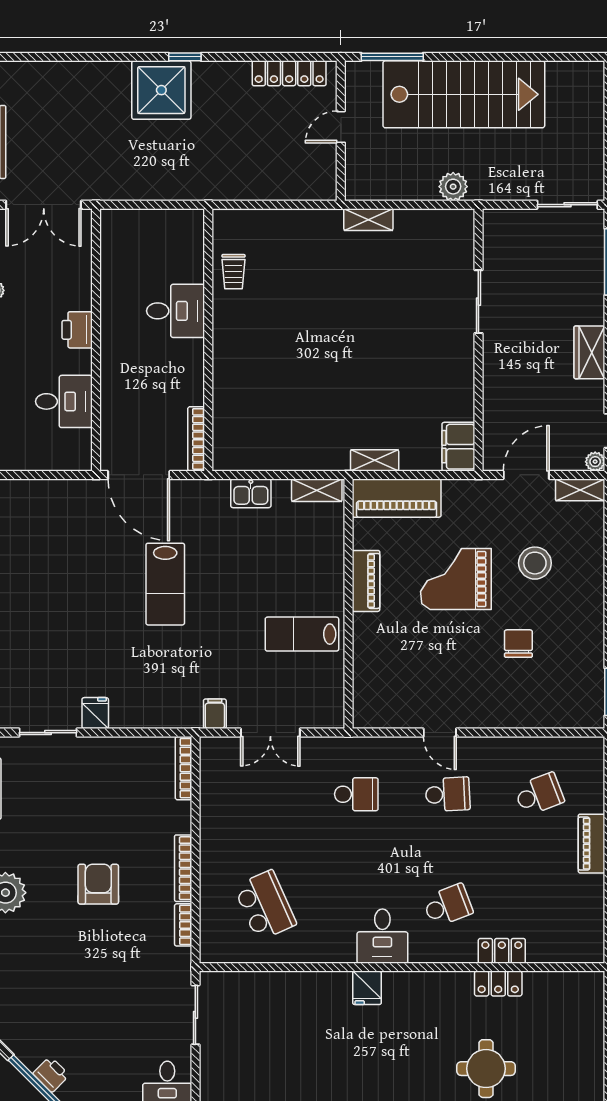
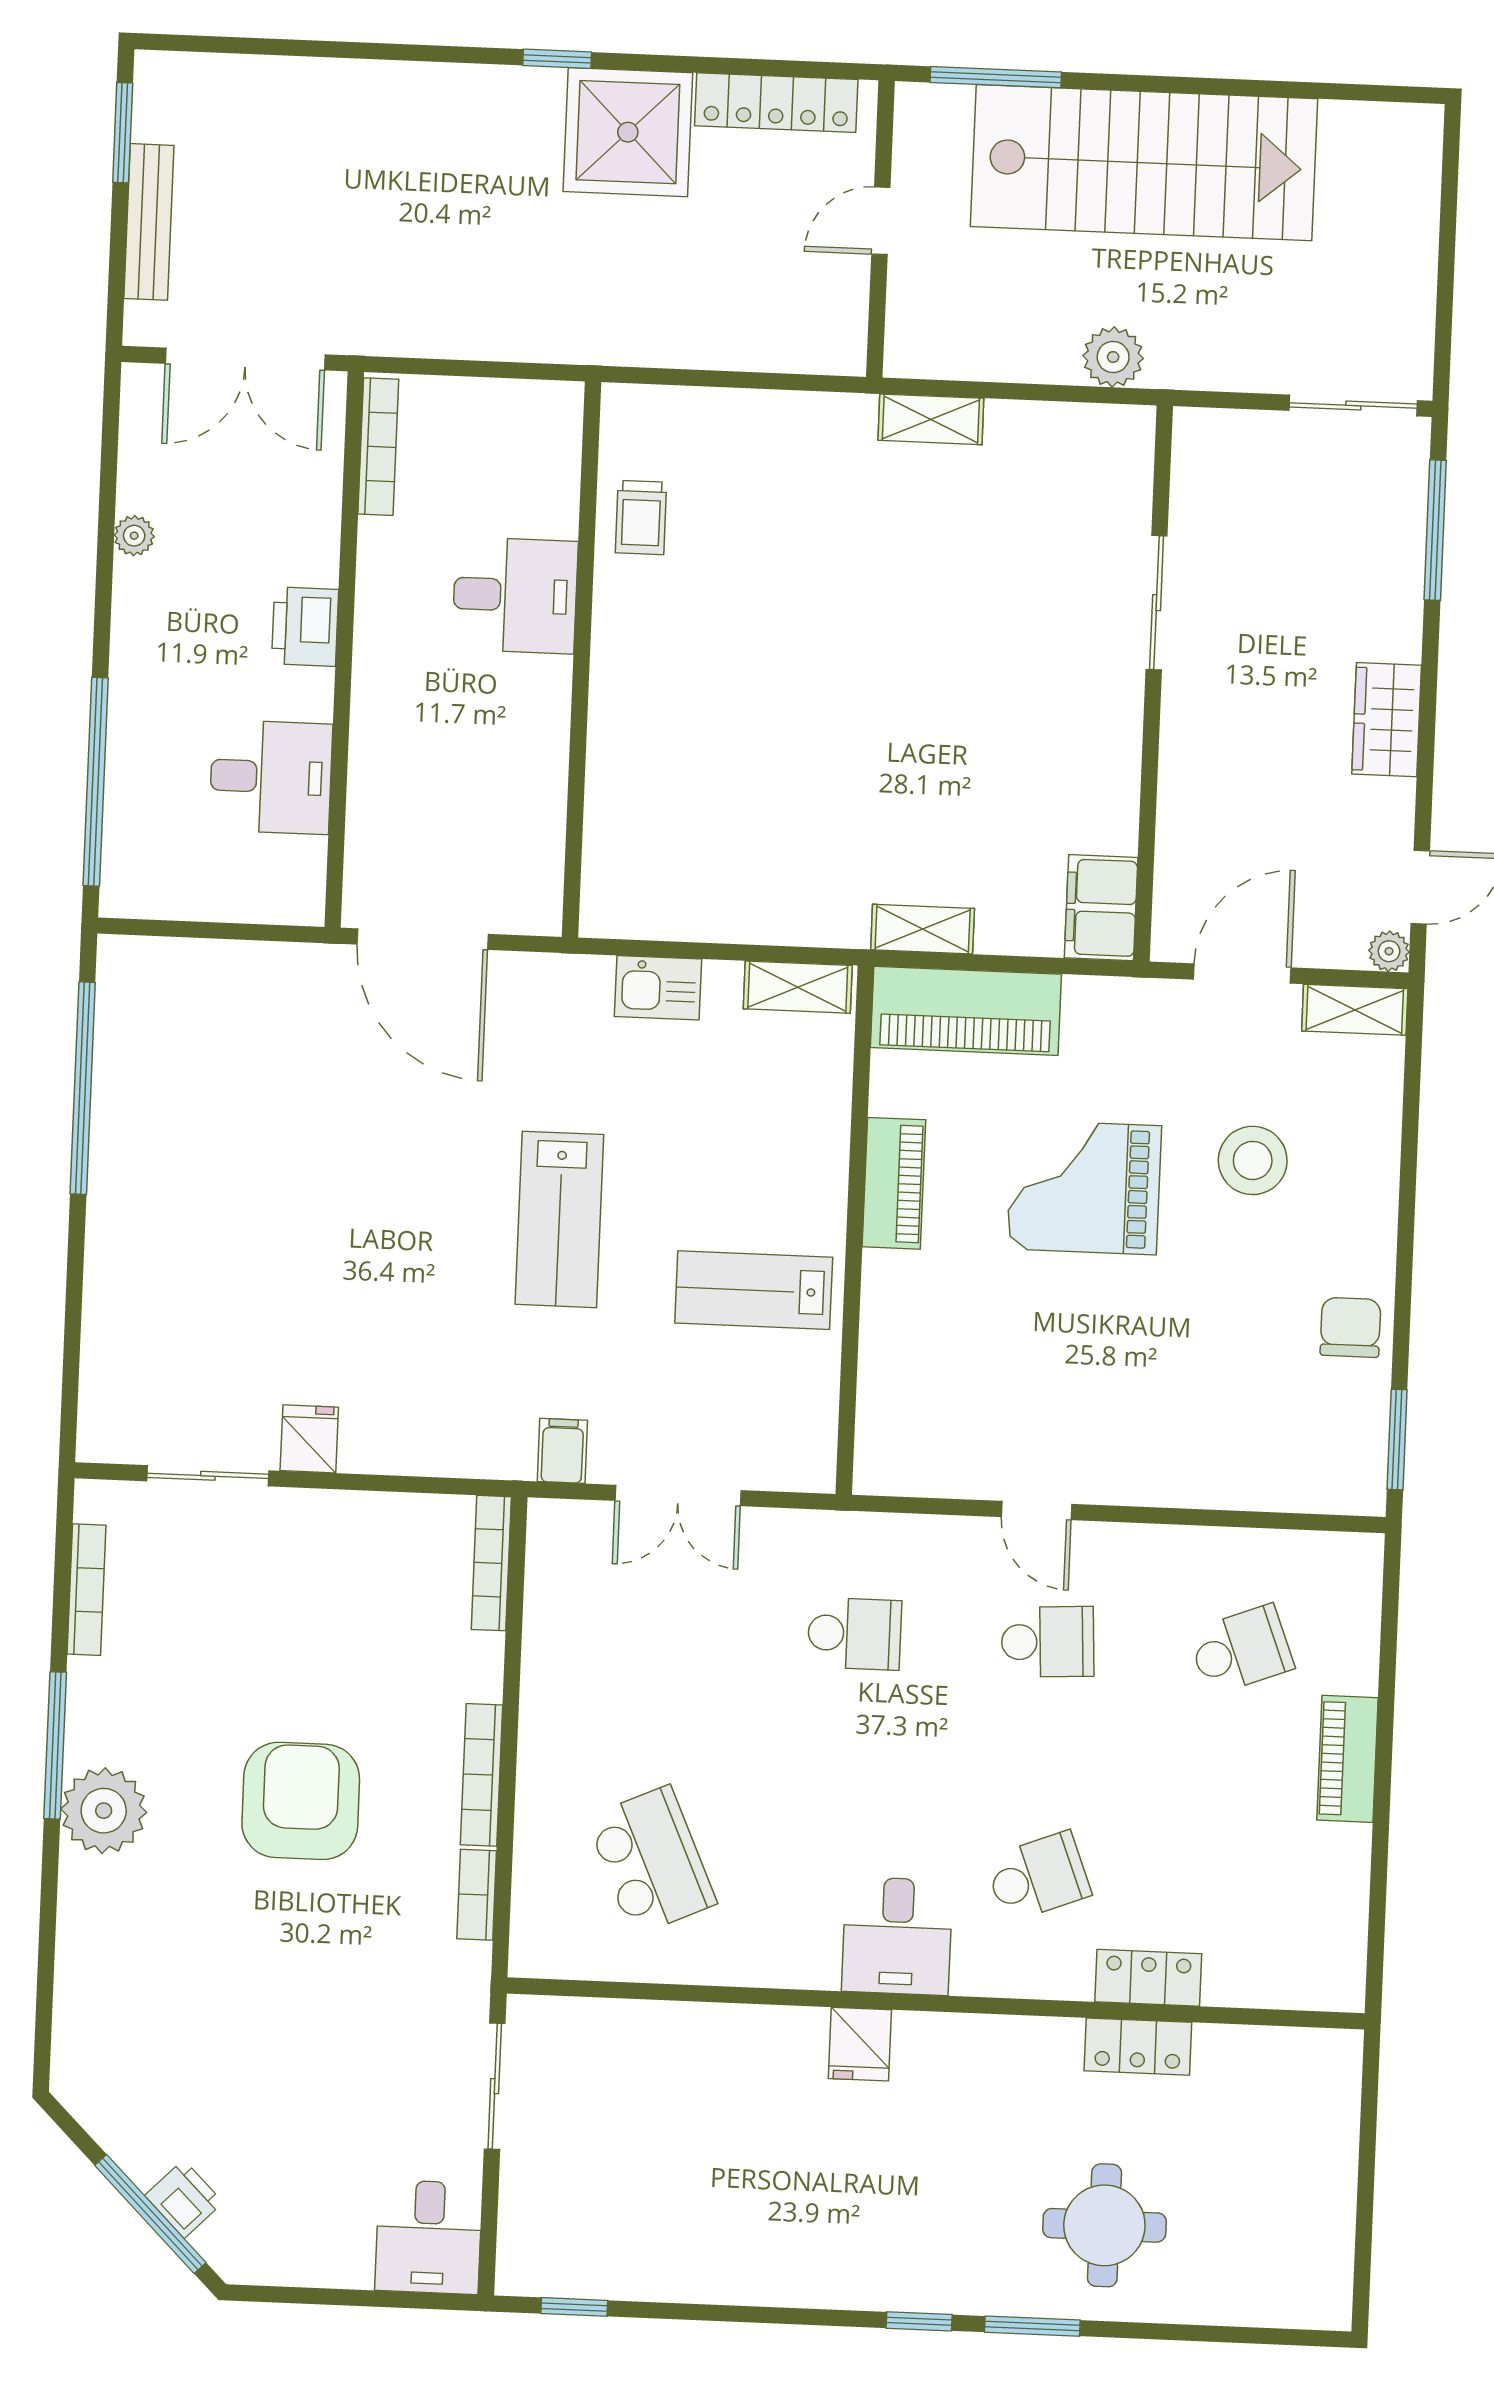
shower: (161, 90) -> (628, 132), moved
bookcase: (196, 439) -> (378, 447), moved, turned 180
lab bench: (165, 584) -> (559, 1219), moved
chair: (518, 644) -> (1350, 1327), moved
armchair: (98, 884) -> (301, 1801), width x1.36, depth x1.36

